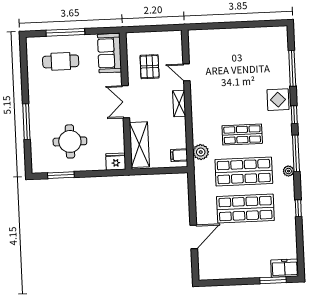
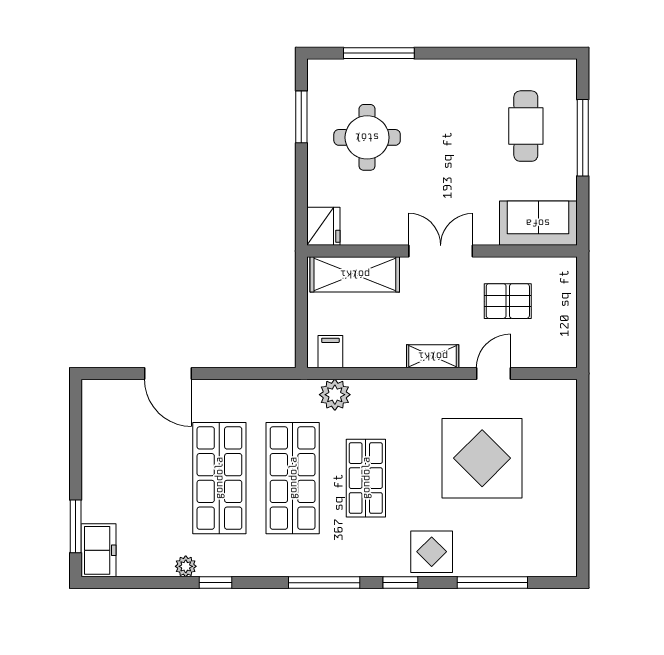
display table: (230, 76) -> (482, 458), added
window: (26, 122) -> (379, 53), moved
plant: (288, 171) -> (186, 566), moved

